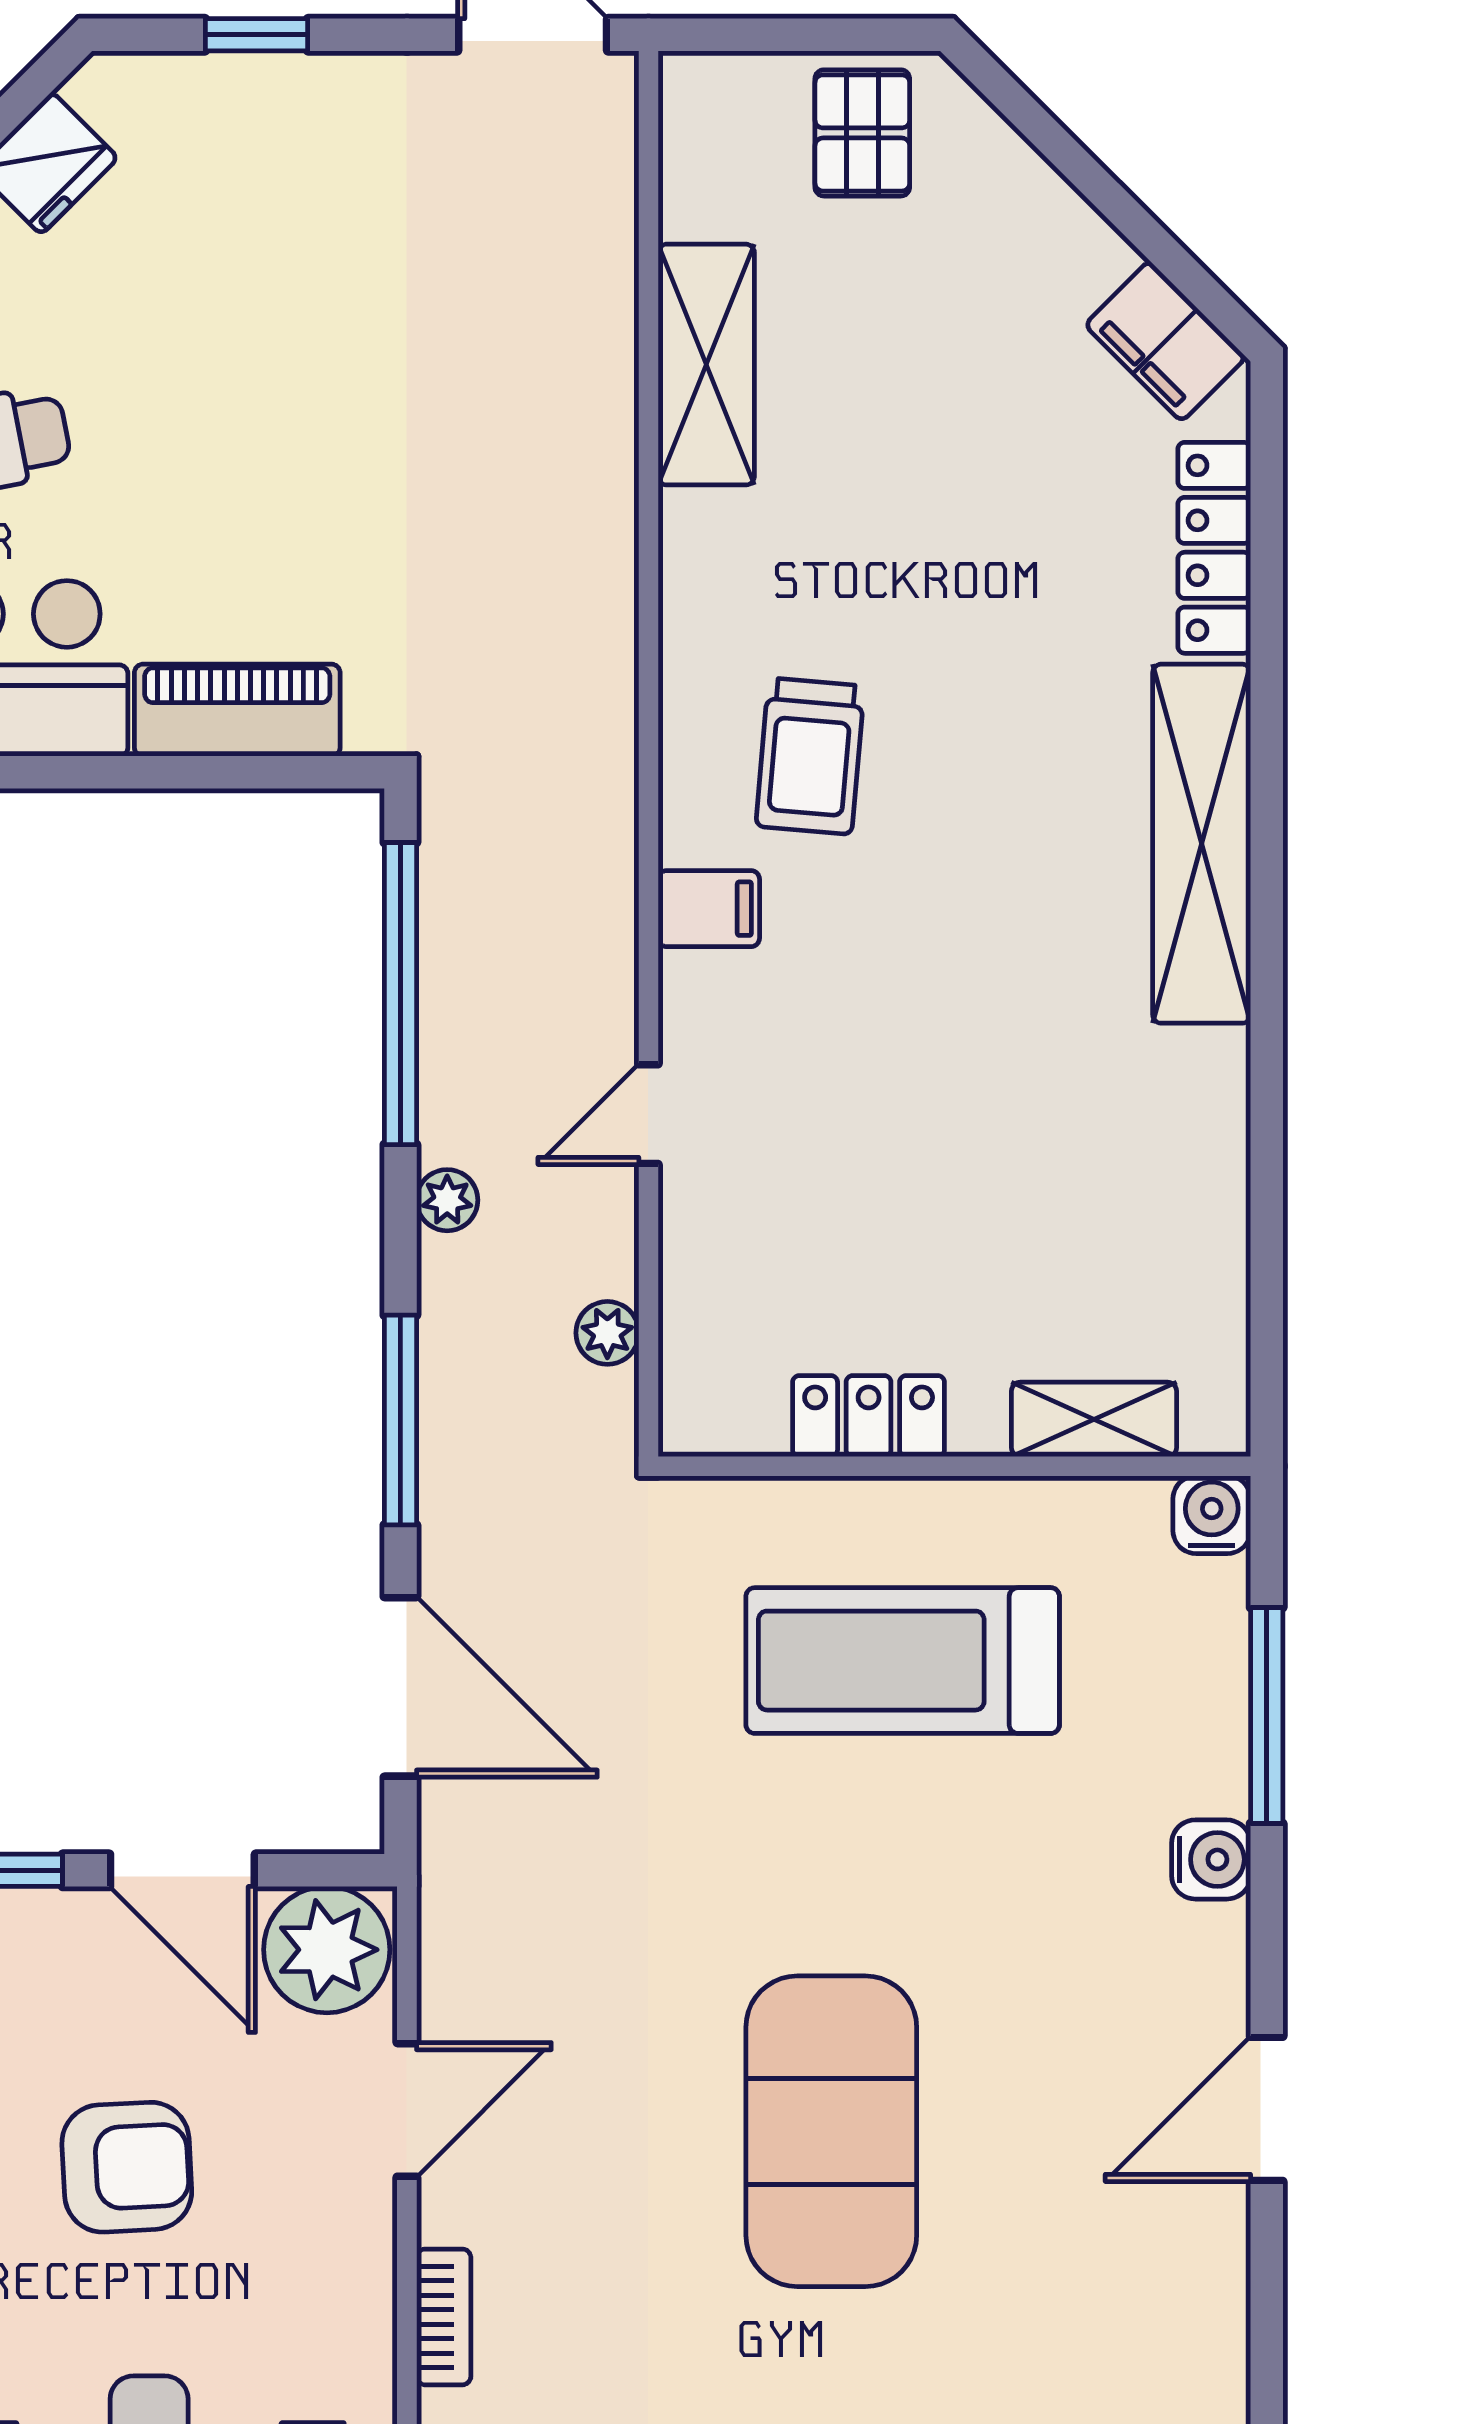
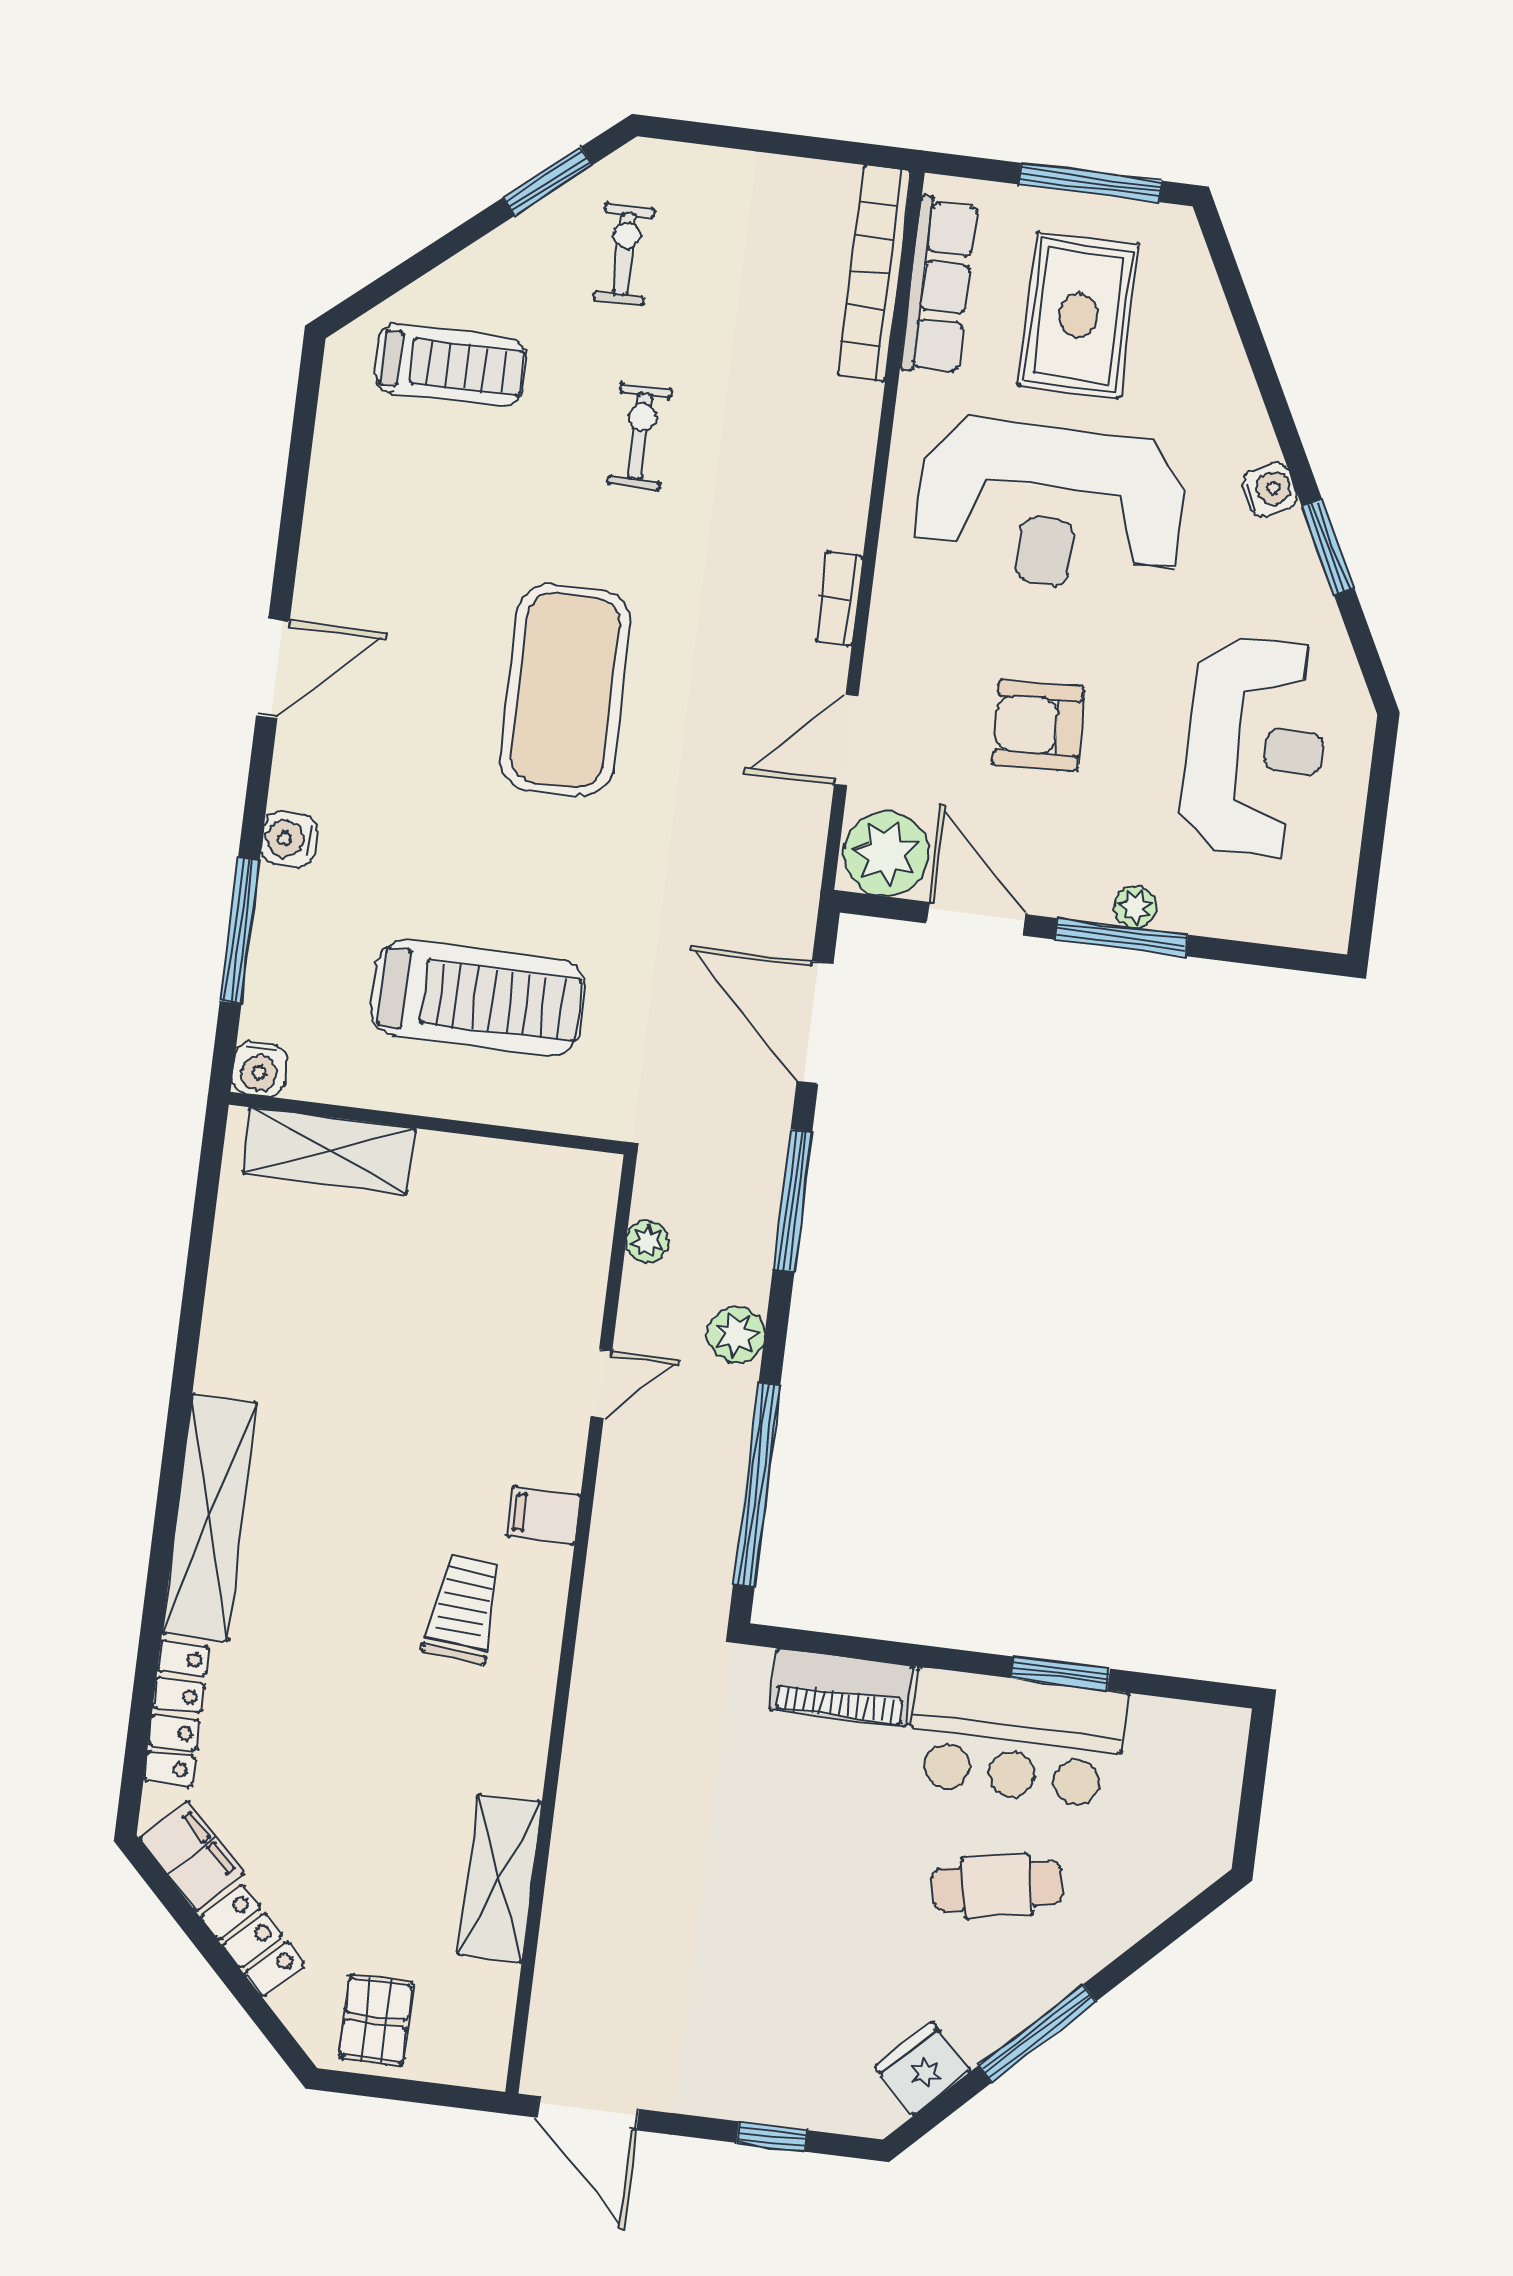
plant: (447, 1200) -> (736, 1335), width x1.38, depth x1.38
locker: (869, 1416) -> (253, 1941), moved, turned -135
shelving: (1094, 1419) -> (329, 1151), width x1.50, depth x1.33

